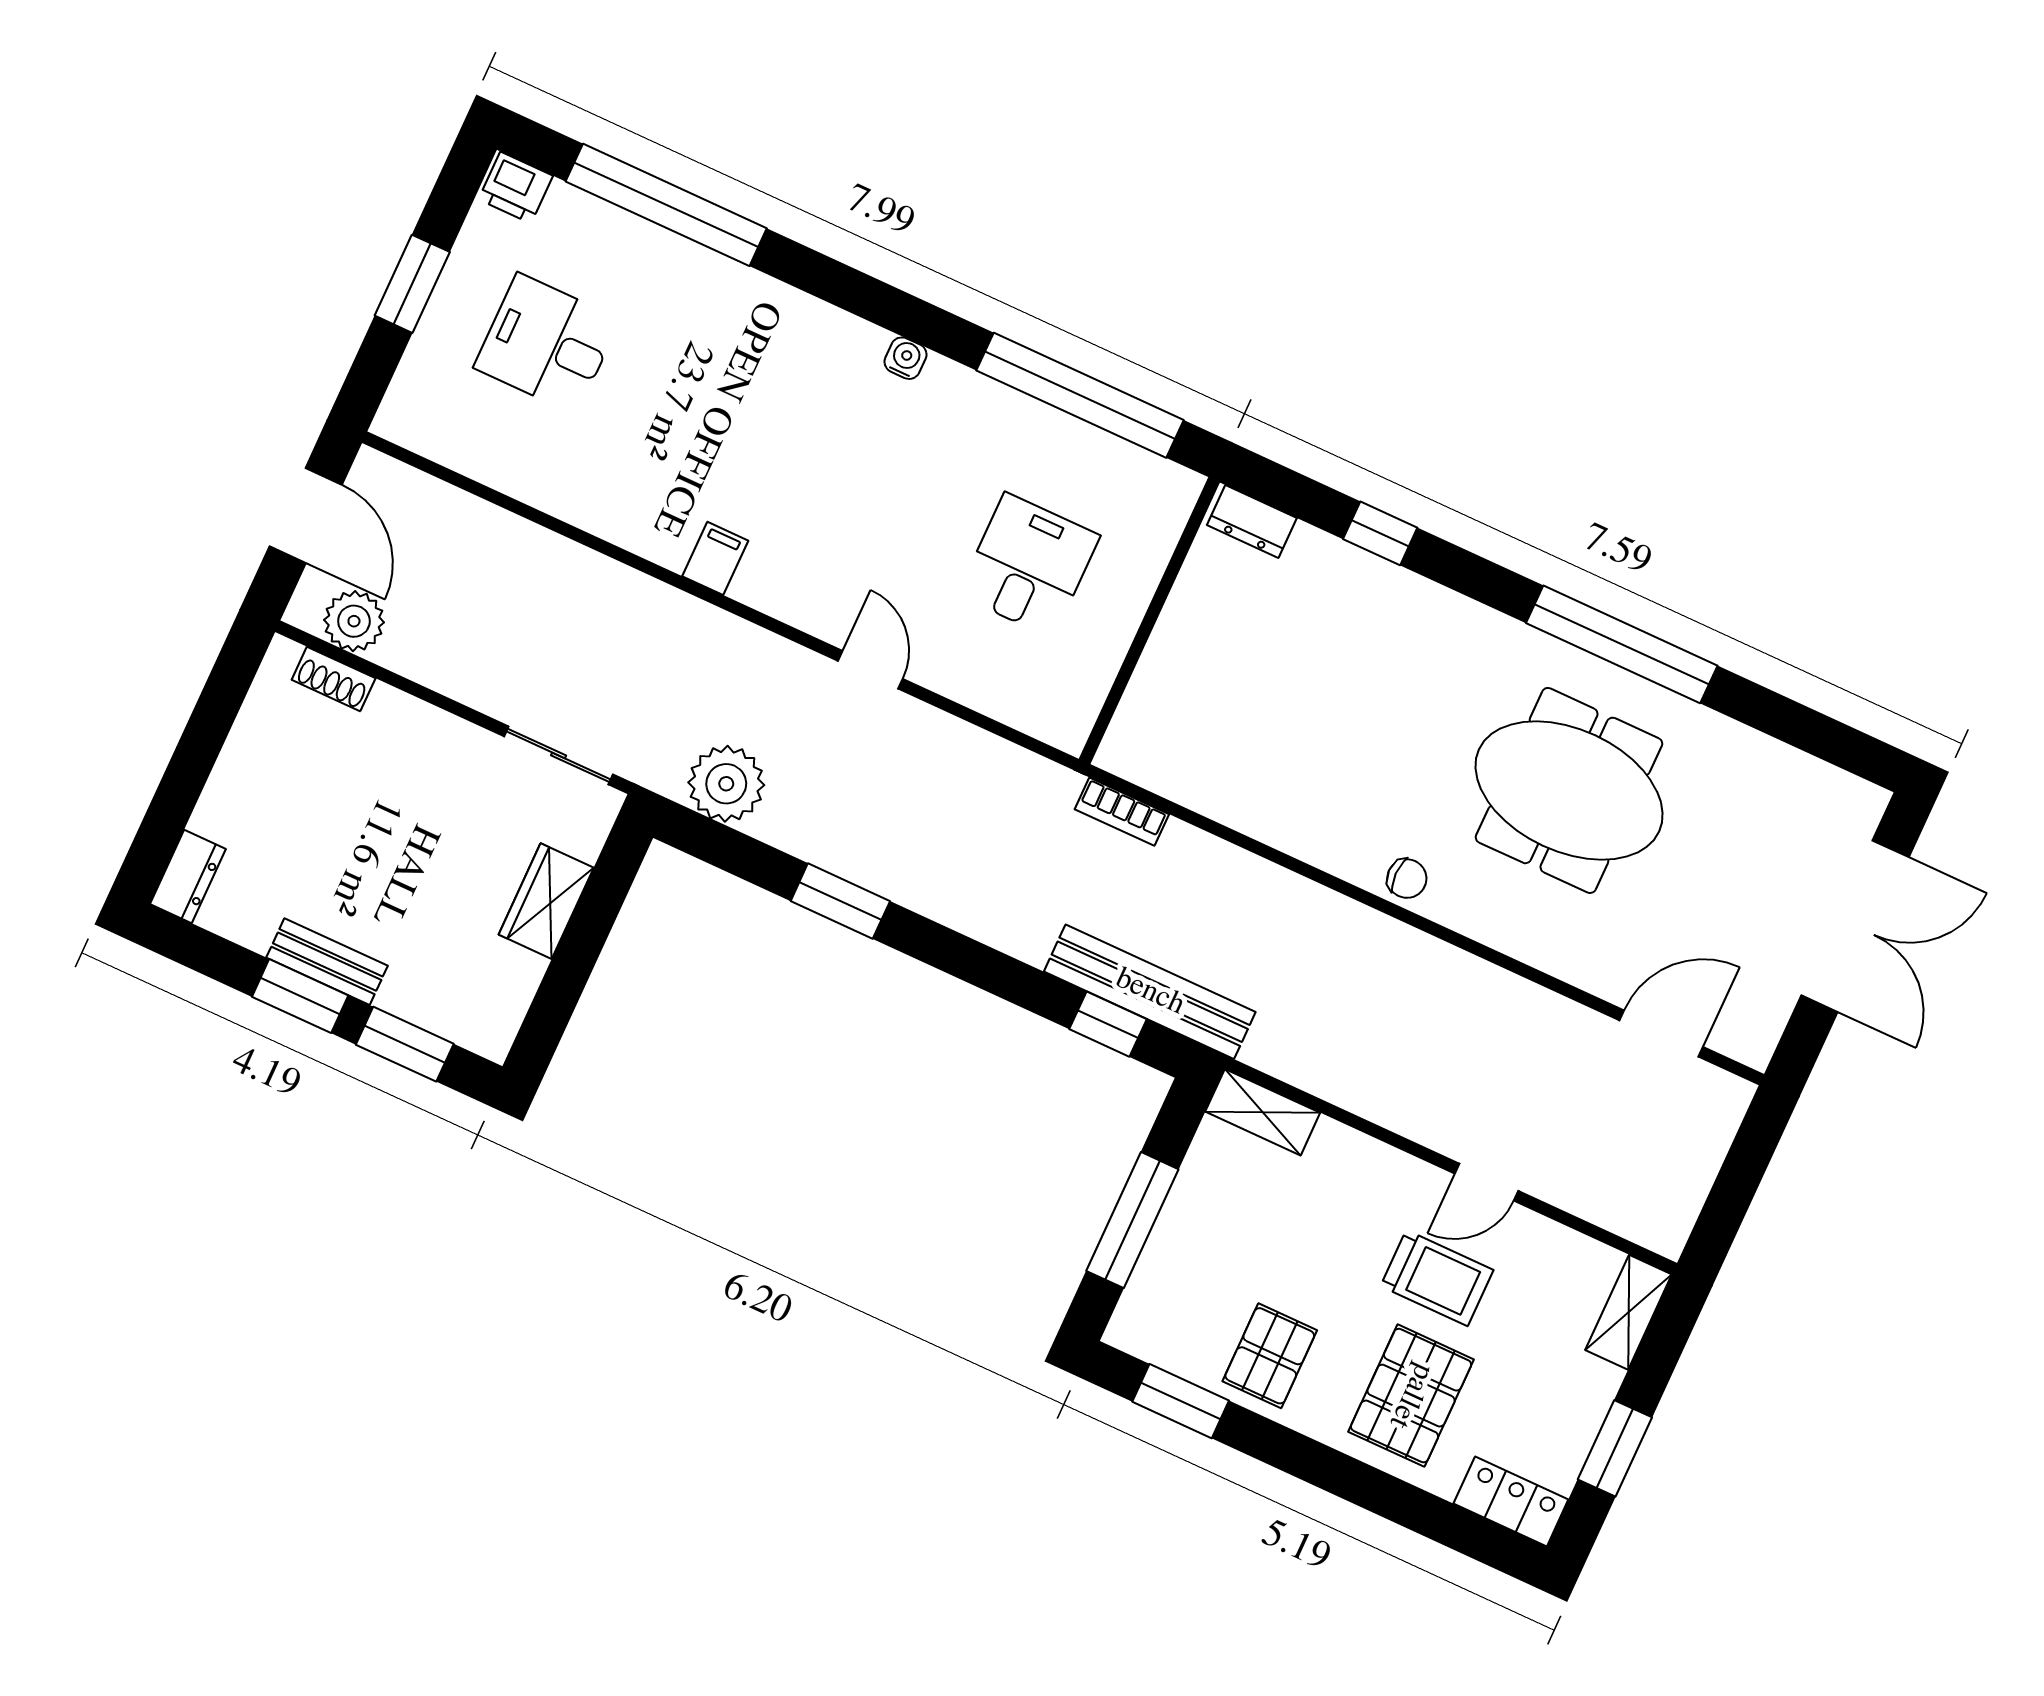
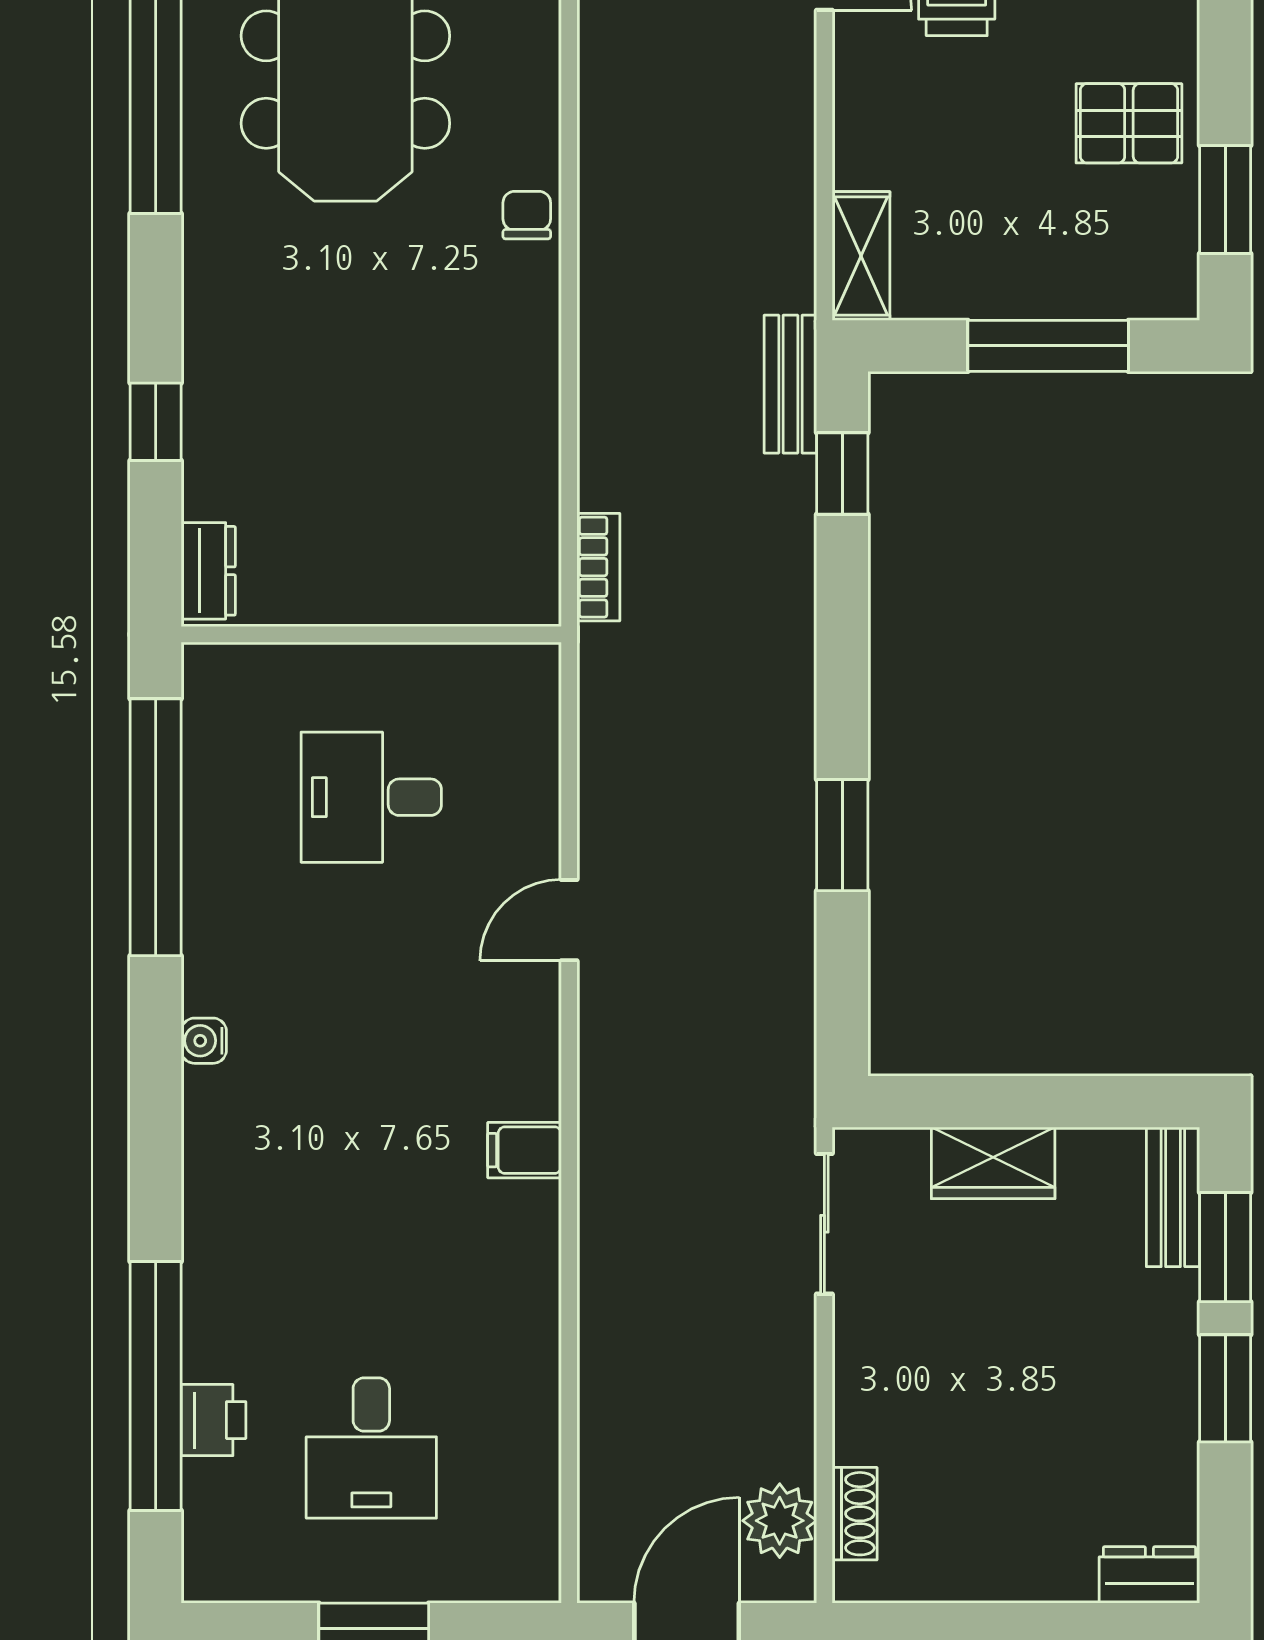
printer: (516, 188) -> (213, 1420), moved
plant: (726, 784) -> (770, 1022), removed
bench: (327, 962) -> (1173, 1197), moved
bench: (1150, 992) -> (790, 384), width x0.54, depth x0.82

